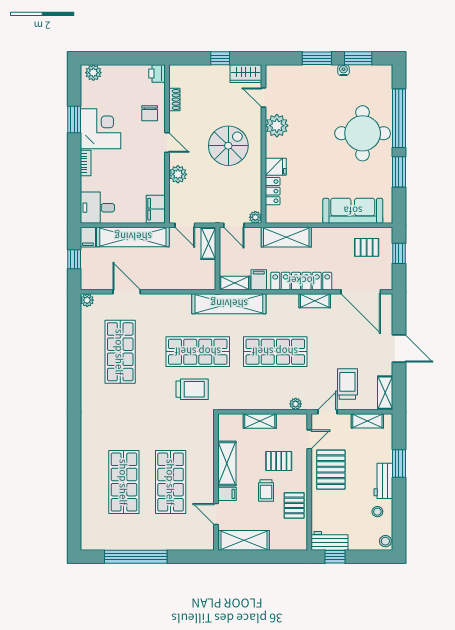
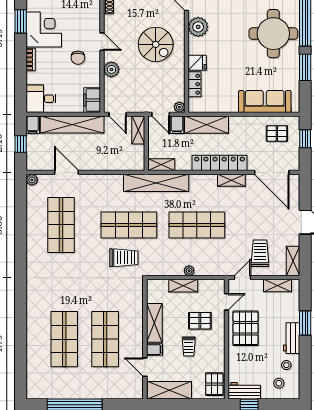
chair: (150, 113) -> (78, 58), moved
spiral stairs: (228, 146) -> (156, 44), turned 90
filing cabinet: (259, 280) -> (177, 125), moved, turned 180
plant: (296, 404) -> (189, 271), moved
pallet: (294, 505) -> (214, 384), moved
stool: (385, 541) -> (279, 383), moved

